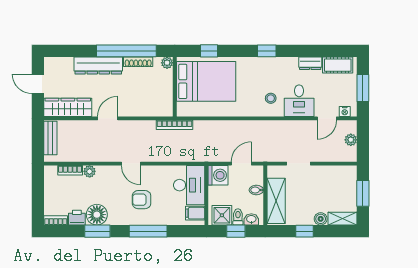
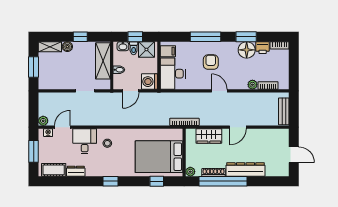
wardrobe: (68, 107) -> (209, 136), moved, width x0.67
plant: (351, 140) -> (43, 121), moved
armchair: (142, 200) -> (211, 62), turned -90

